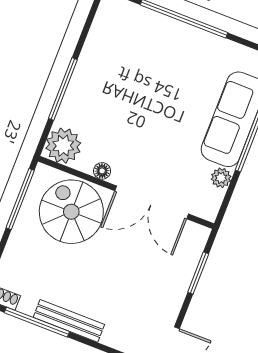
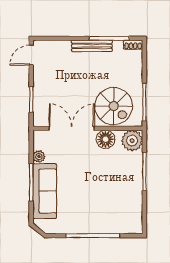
floor lamp: (102, 171) -> (105, 139), width x1.89, depth x1.89

